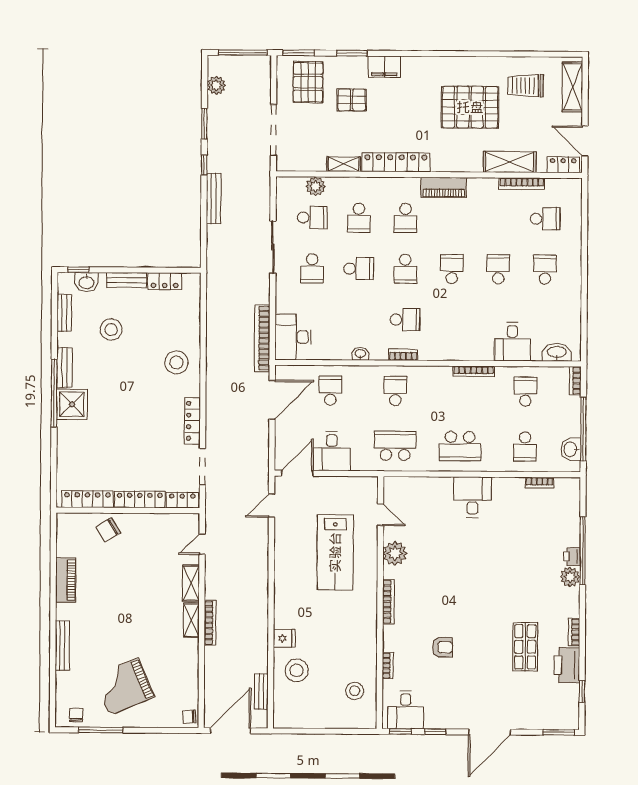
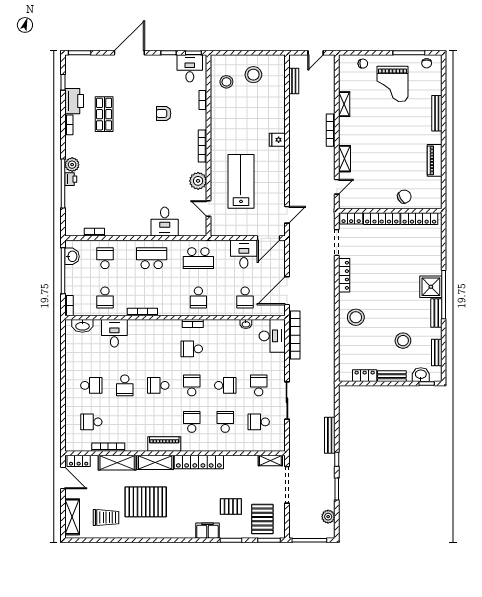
shelving: (457, 162) -> (155, 462), added
shelving: (344, 164) -> (270, 460), moved
plant: (316, 186) -> (256, 444), removed
school desk: (359, 269) -> (225, 385), turned 180
school desk: (452, 269) -> (158, 385), turned 90
school desk: (545, 270) -> (91, 385), turned -90
washbasin: (360, 354) -> (246, 324), moved
desk: (472, 497) -> (165, 222), moved
shelving: (191, 620) -> (344, 104), moved
fridge: (284, 638) -> (277, 140), moved
stool: (297, 670) -> (253, 75), moved
grand piano: (124, 687) -> (393, 84), turned 113
chair: (189, 717) -> (363, 64), moved
door: (230, 731) -> (316, 53), width x0.53

